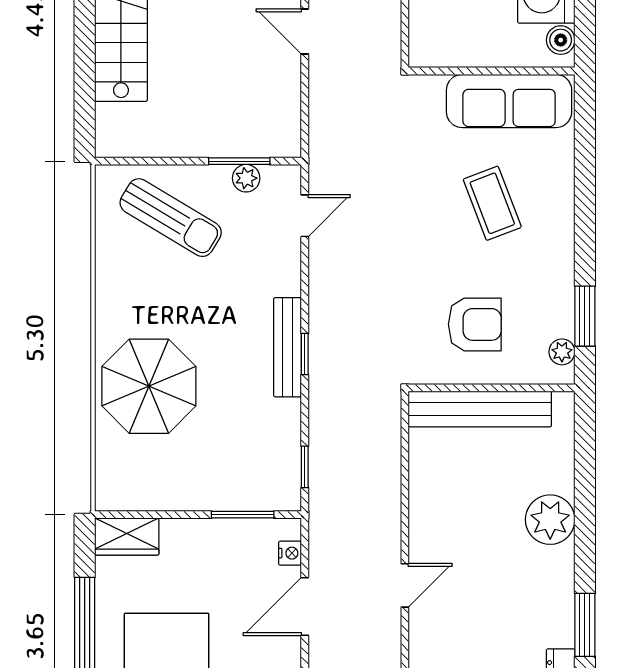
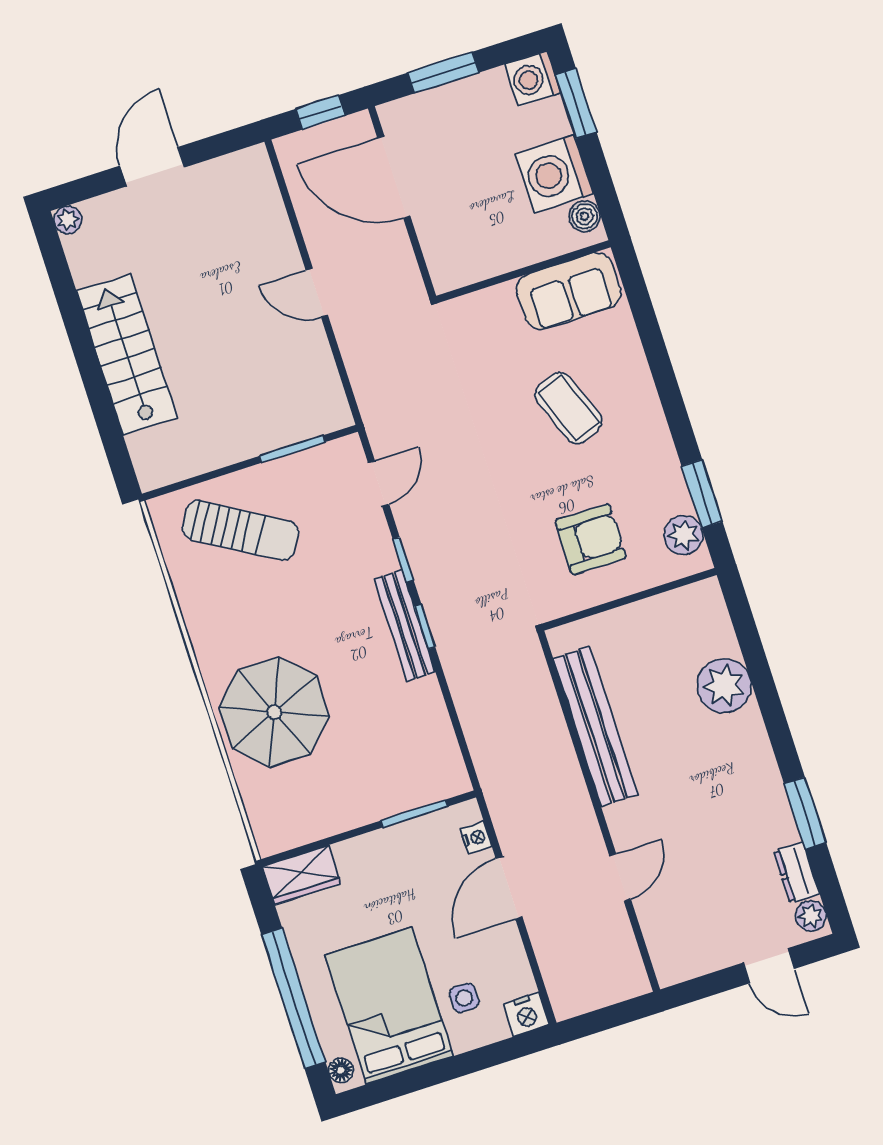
sofa: (509, 101) -> (569, 291), width x0.73
plant: (246, 178) -> (305, 464), removed
plant: (562, 352) -> (683, 535), width x1.38, depth x1.38
bench: (480, 409) -> (595, 726), moved, turned 90
window: (305, 467) -> (403, 560), moved
plant: (550, 520) -> (724, 686), moved
door: (405, 585) -> (620, 877), moved

